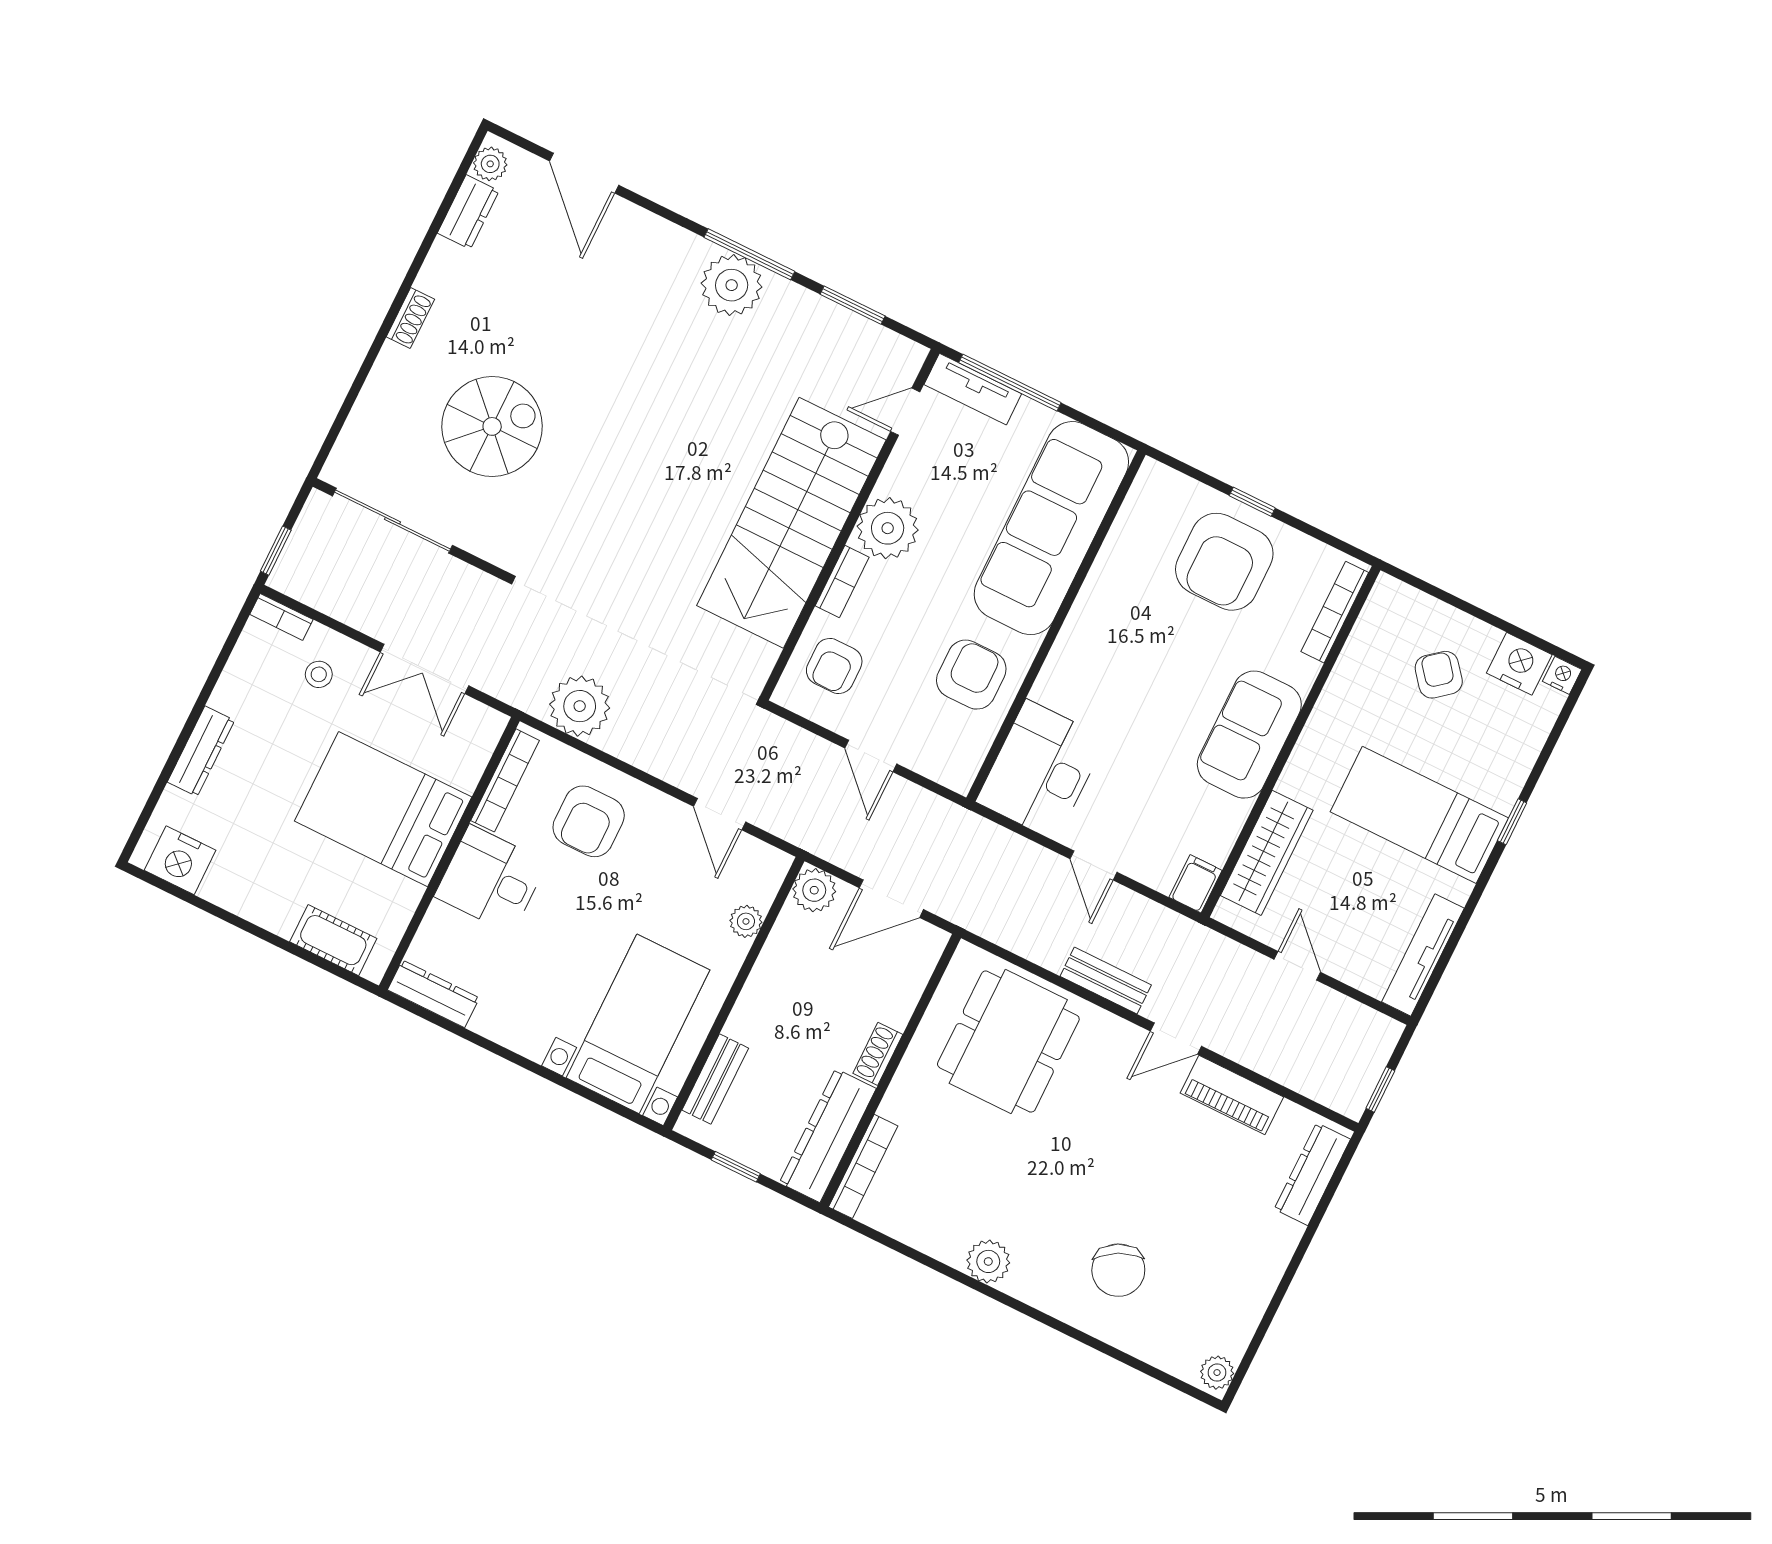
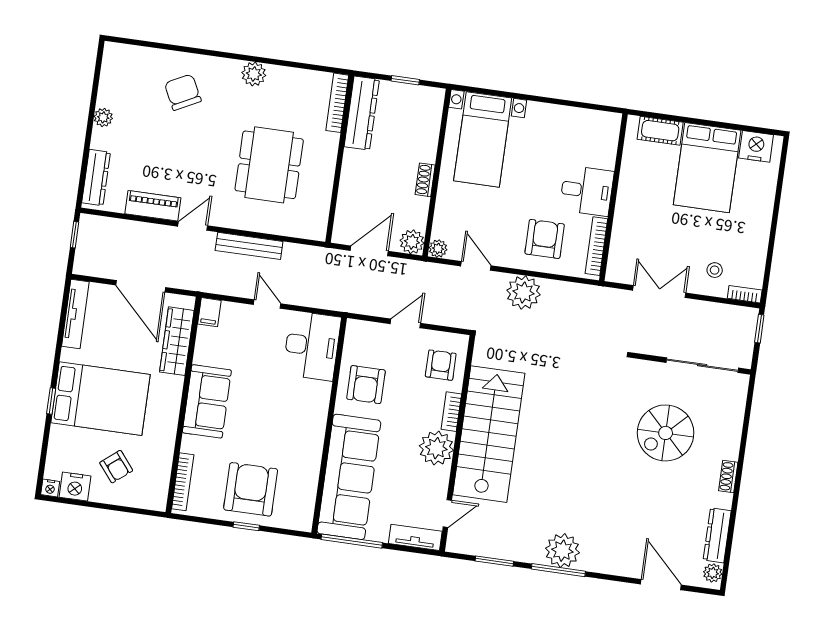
dresser: (468, 212) -> (717, 535), width x1.44
window: (1010, 383) -> (352, 541), moved
plant: (580, 706) -> (523, 292), moved
dresser: (201, 751) -> (764, 208), removed
door: (871, 756) -> (405, 323), hinge flipped
bed: (383, 809) -> (707, 168), moved, turned 90
bed: (1419, 815) -> (100, 399), width x1.50
plant: (746, 921) -> (438, 249), moved
door: (1297, 966) -> (141, 286), width x1.87
bench: (1106, 981) -> (249, 246), width x1.36
dresser: (433, 994) -> (597, 120), removed
dining table: (1008, 1042) -> (269, 165), moved
shoe rack: (878, 1054) -> (425, 180), moved, turned 180
bench: (715, 1079) -> (432, 123), removed
plant: (1217, 1373) -> (103, 117), moved

